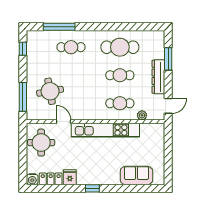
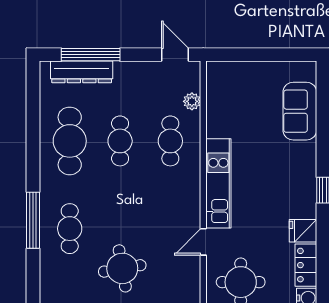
window: (59, 27) -> (33, 220), moved
window: (168, 59) -> (91, 55), width x1.44
dresser: (158, 77) -> (82, 72), moved
round table: (50, 91) -> (122, 268), moved
kitchen unit: (105, 130) -> (218, 183), width x0.73

